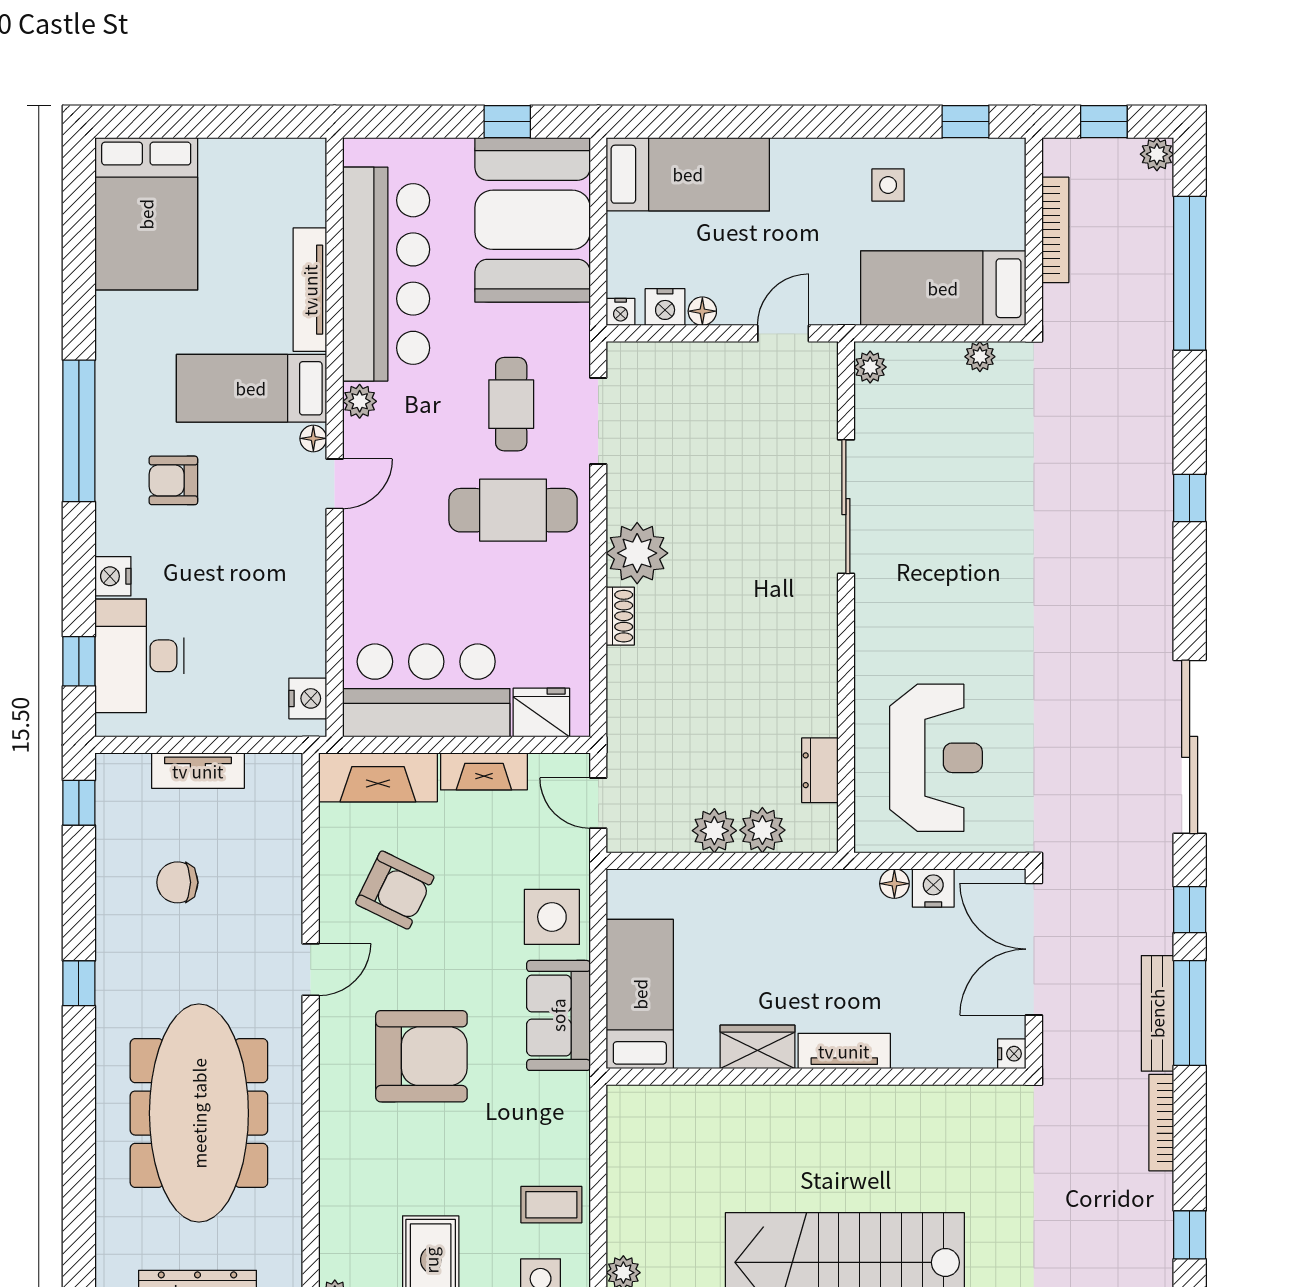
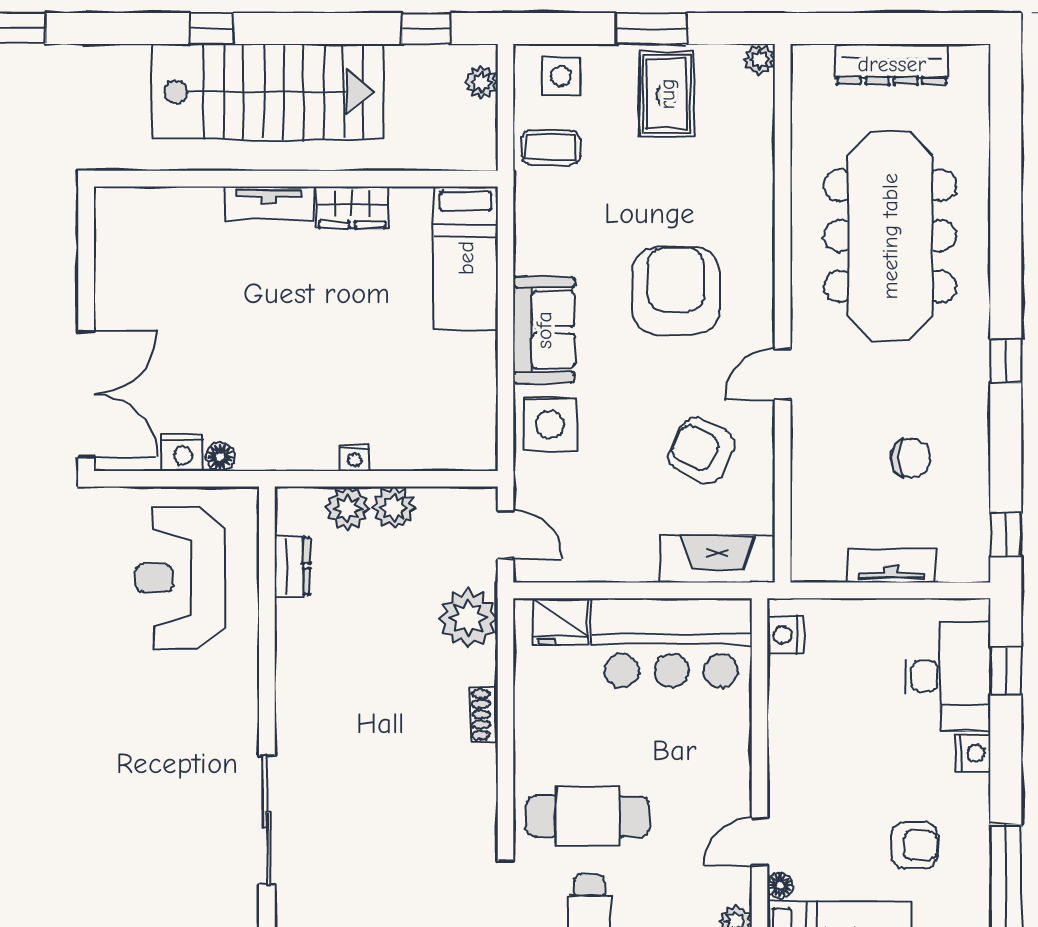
plant: (637, 553) -> (468, 618), moved
fireplace: (484, 771) -> (616, 565), removed
bed: (640, 994) -> (466, 258), moved
wardrobe: (757, 1047) -> (352, 207), moved
tv unit: (844, 1051) -> (269, 203), moved
nightstand: (1012, 1054) -> (355, 458), moved, turned -90
armchair: (421, 1056) -> (676, 291), turned 90
wall: (816, 1077) -> (296, 179), moved

